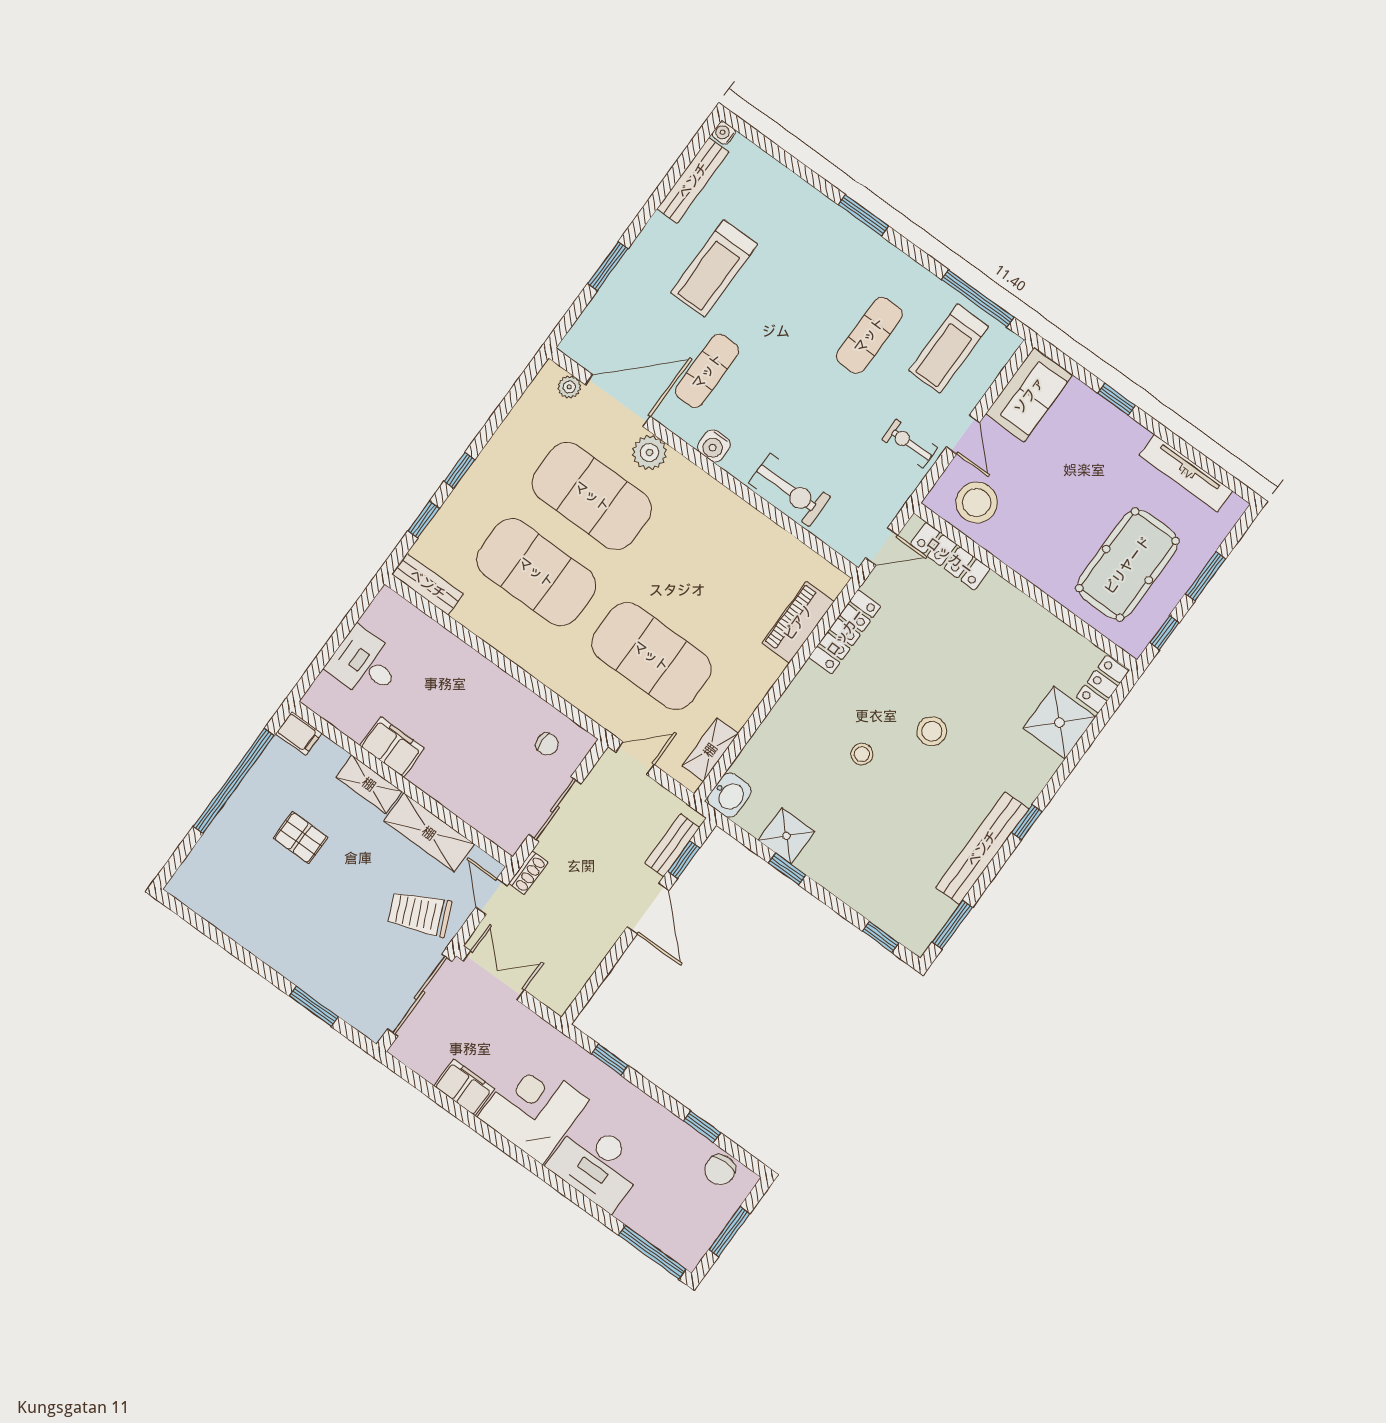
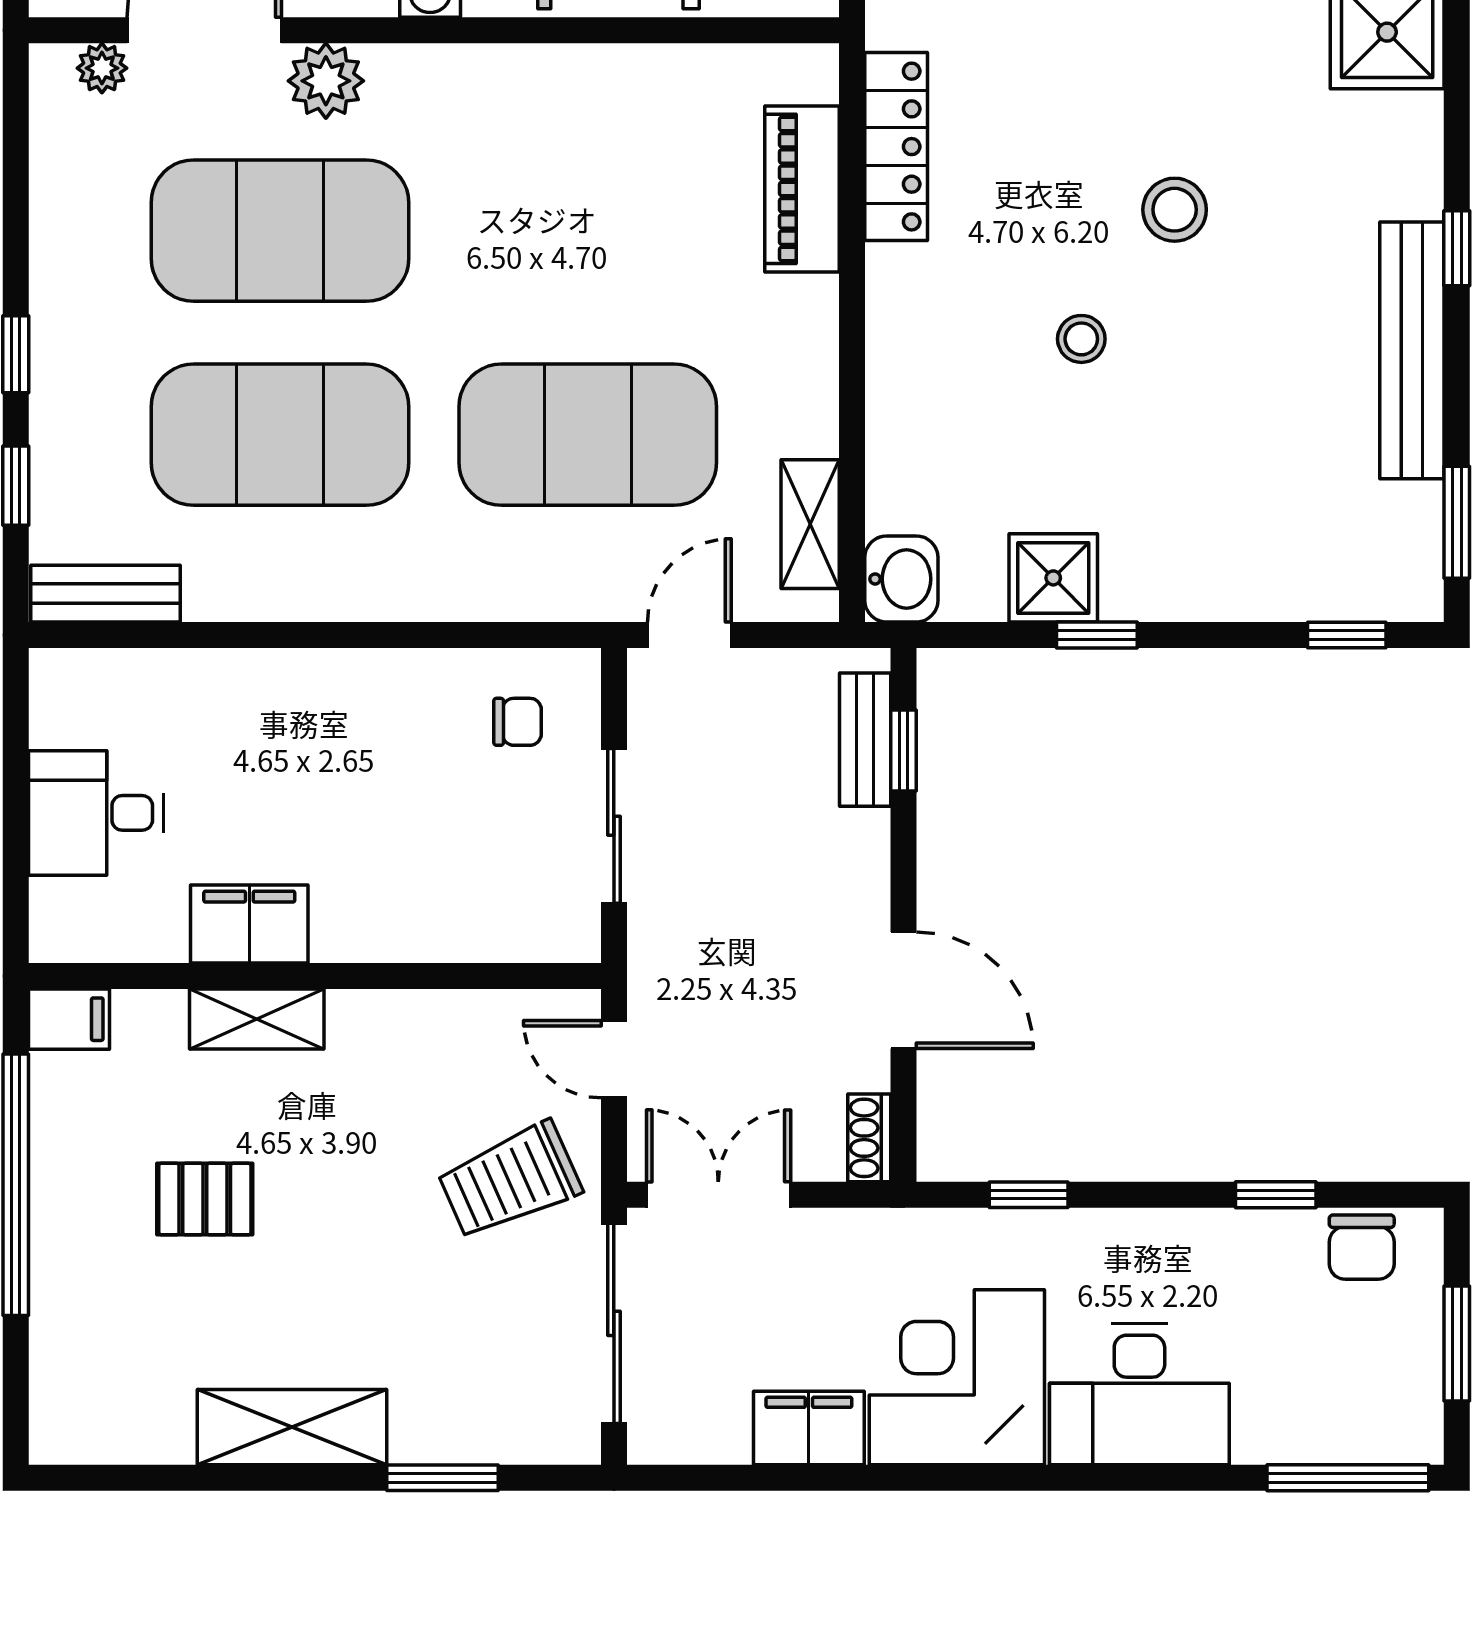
shelving: (429, 833) -> (292, 1427), moved
shoe rack: (528, 873) -> (869, 1138), moved, turned 180
door: (648, 909) -> (903, 990), moved

